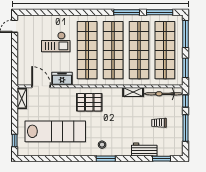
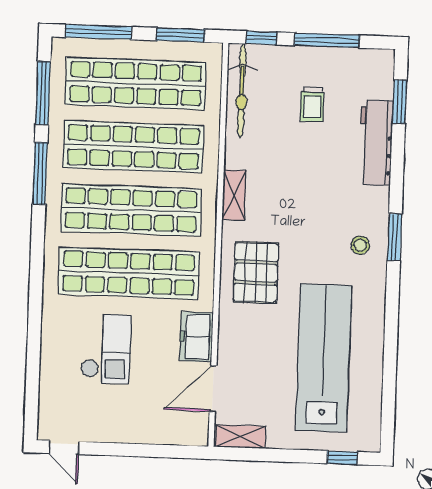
shelving: (133, 92) -> (234, 195), moved
workbench: (144, 150) -> (376, 143), width x1.38

